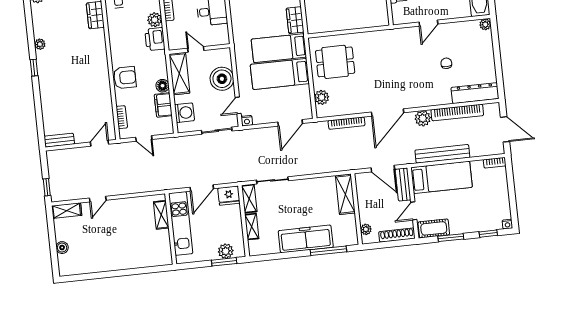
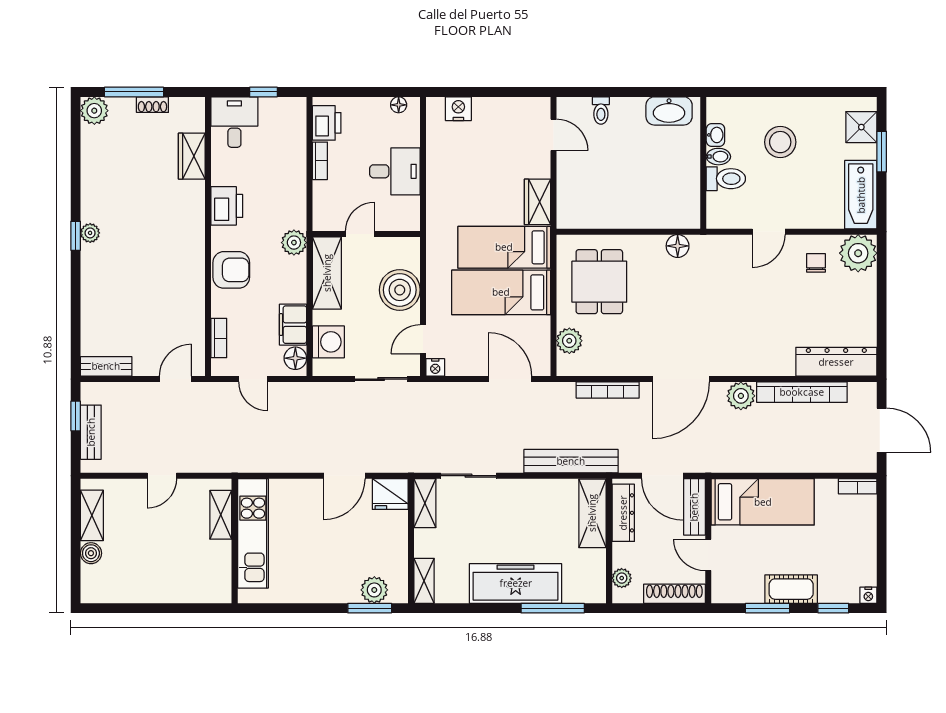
plant: (155, 20) -> (294, 243), moved
plant: (485, 24) -> (858, 253), width x1.88, depth x1.88
floor lamp: (377, 37) -> (678, 246), added
printer: (155, 39) -> (227, 206), moved, turned 180
plant: (40, 44) -> (90, 233), moved
door: (196, 49) -> (360, 234), hinge flipped
dining table: (335, 62) -> (599, 282), turned 90
chair: (446, 63) -> (816, 263), moved
floor lamp: (163, 86) -> (295, 358), moved
door: (290, 123) -> (510, 379), swing flipped
bench: (442, 154) -> (571, 461), moved
bench: (55, 179) -> (91, 432), added
window: (47, 187) -> (76, 416), moved
dresser: (363, 192) -> (623, 513), added
shelving: (67, 211) -> (92, 515), moved, turned 90
door: (414, 211) -> (708, 555), hinge flipped
shelving: (161, 215) -> (221, 515), moved
kitchen unit: (181, 223) -> (253, 533), moved
shelving: (252, 227) -> (424, 581), moved
cot: (434, 228) -> (791, 589), moved
wall: (171, 229) -> (235, 541), moved

